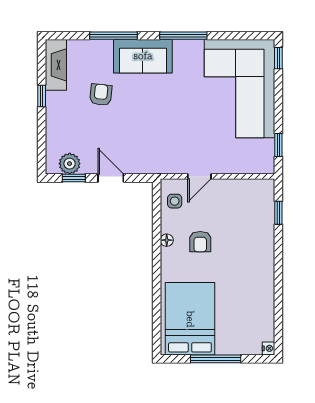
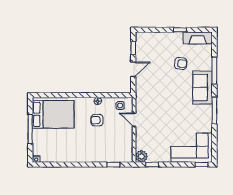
corner sofa: (239, 89) -> (192, 148), width x0.73, depth x0.74
plant: (70, 164) -> (141, 156), moved

